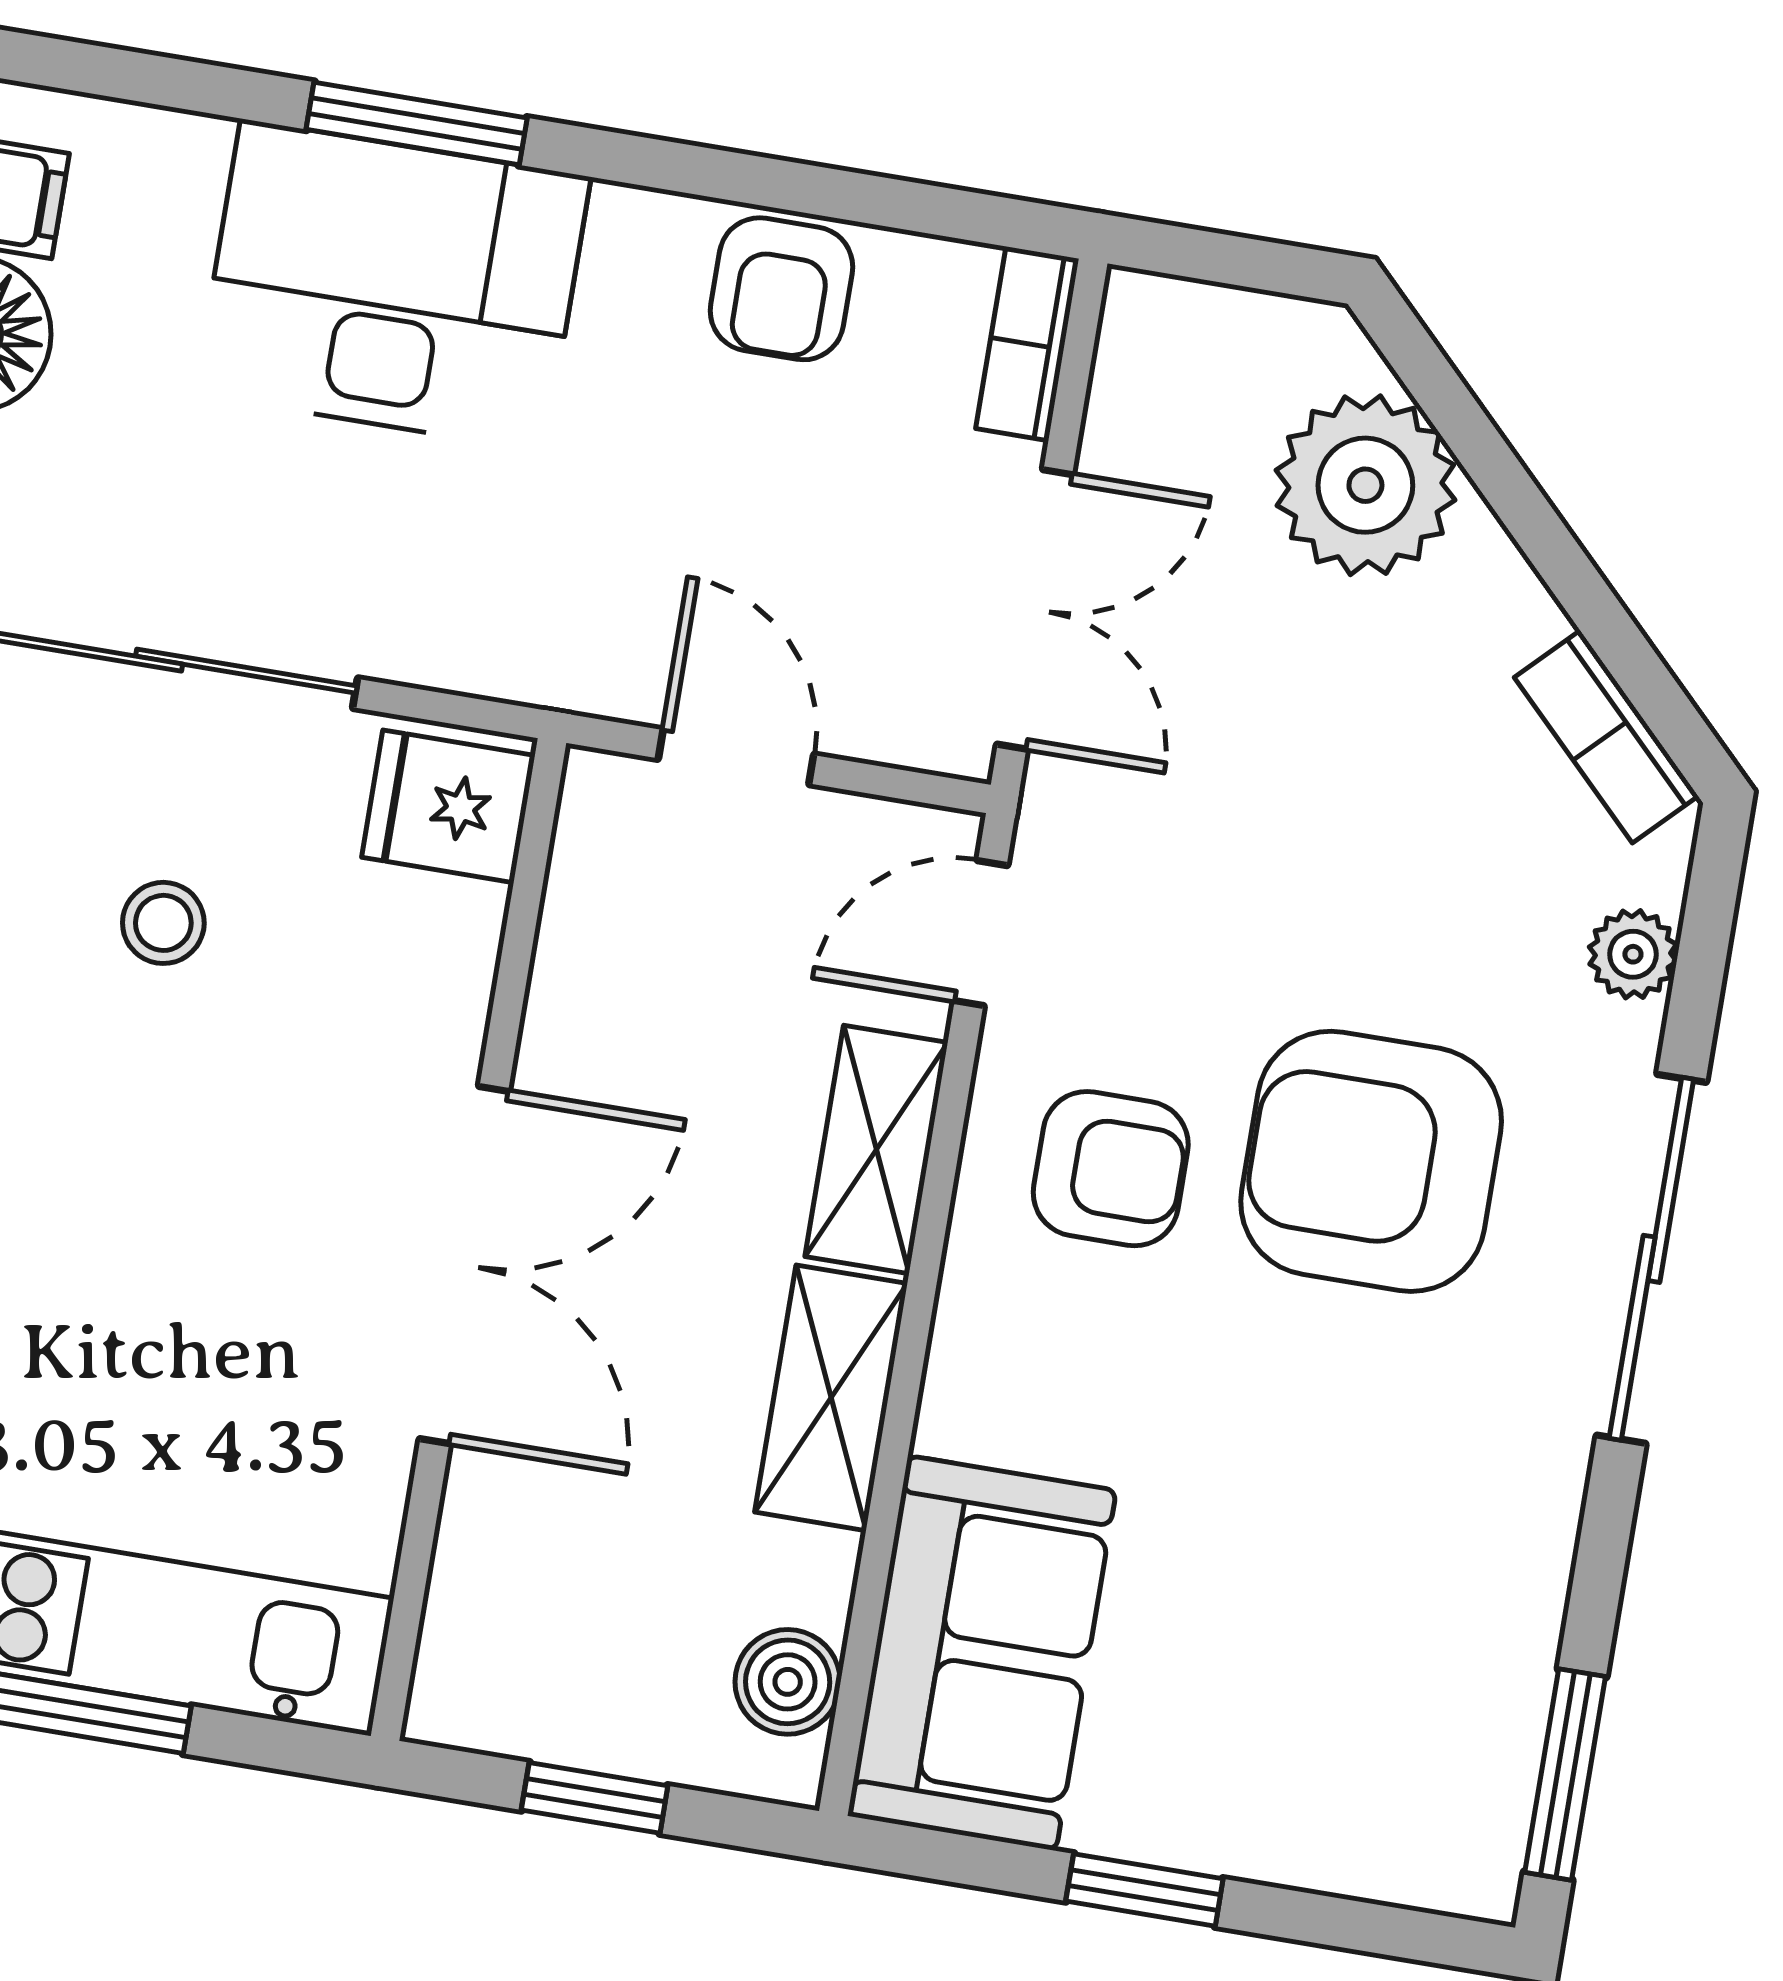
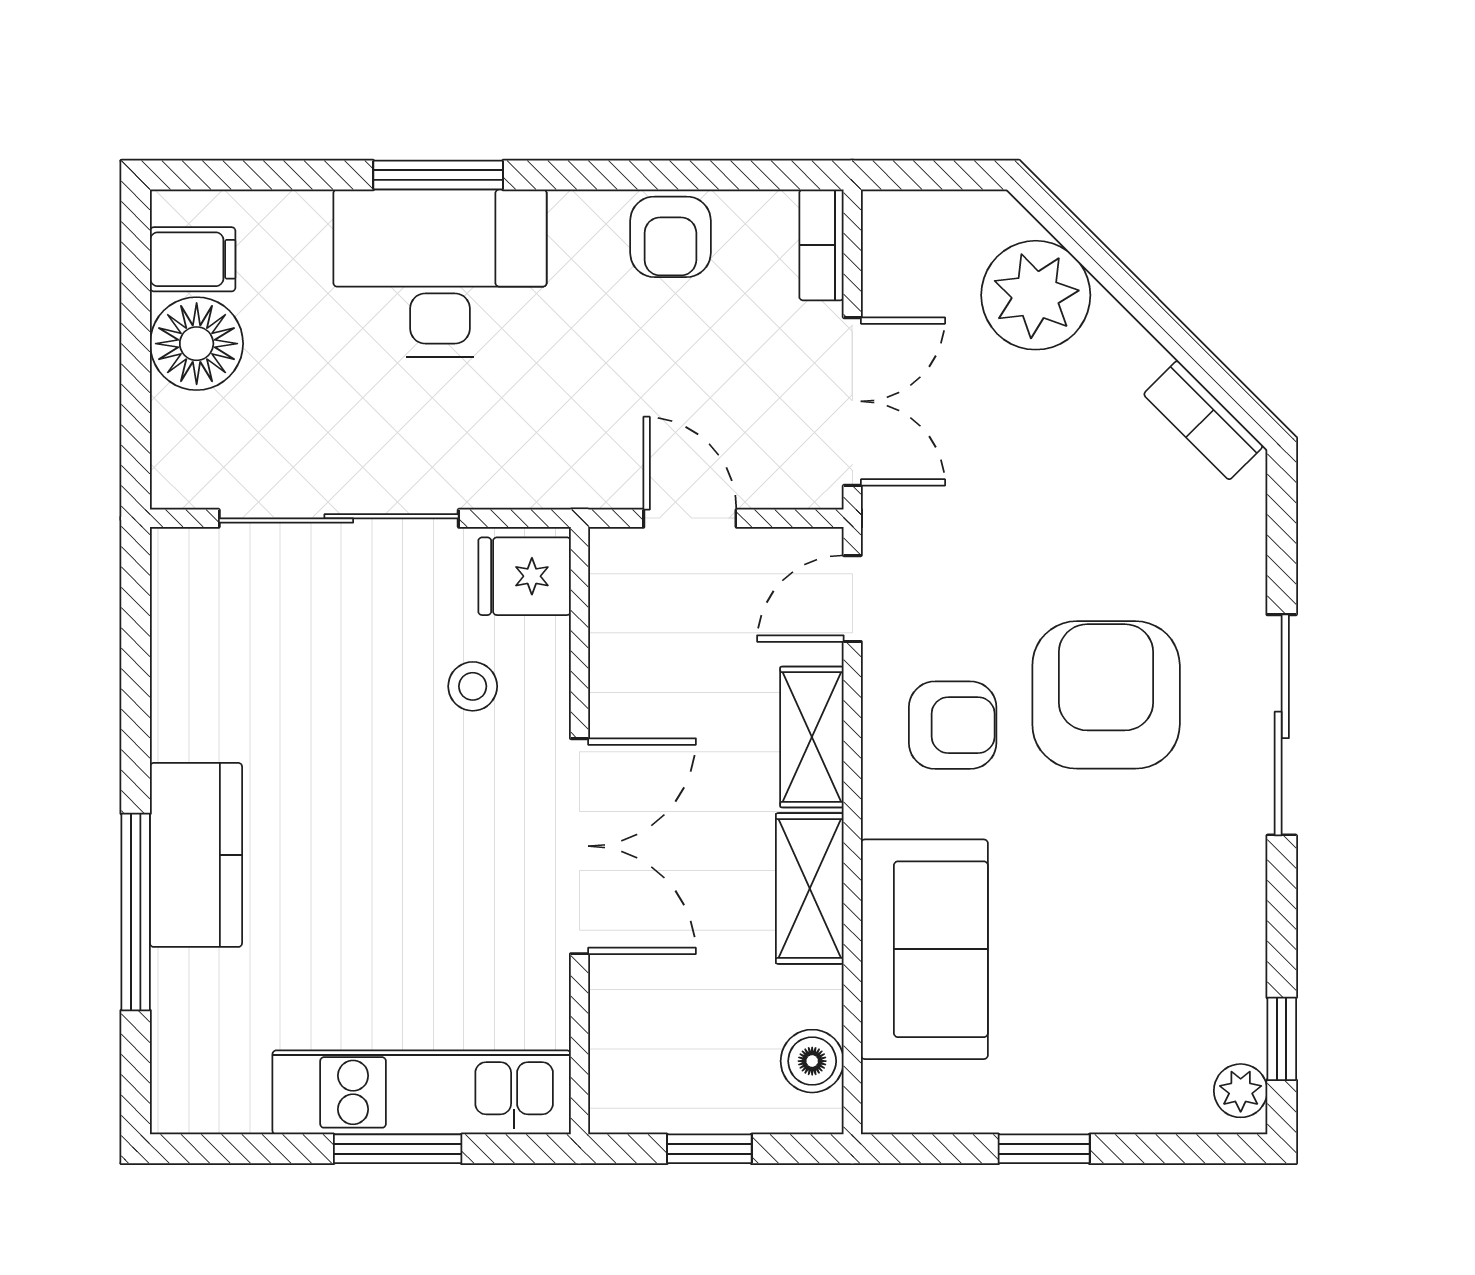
stool: (163, 923) -> (473, 686), moved
plant: (1633, 954) -> (1241, 1091), moved
armchair: (1371, 1161) -> (1106, 695), turned 90
sofa: (982, 1653) -> (924, 949), moved
window: (1565, 1774) -> (1282, 1039), width x0.67

